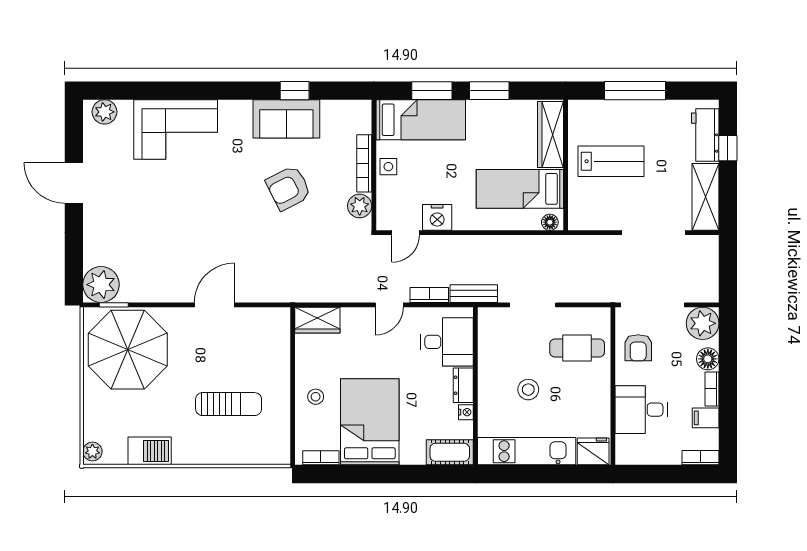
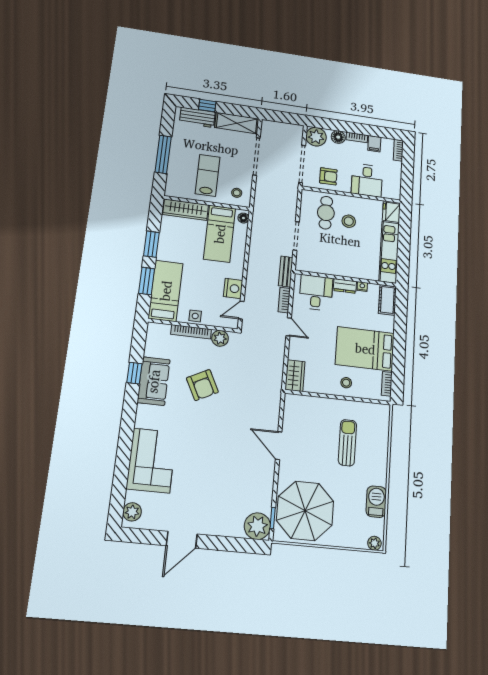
stool: (589, 208) -> (237, 193), added
door: (406, 233) -> (241, 310), swing flipped
stool: (528, 390) -> (349, 221), moved

